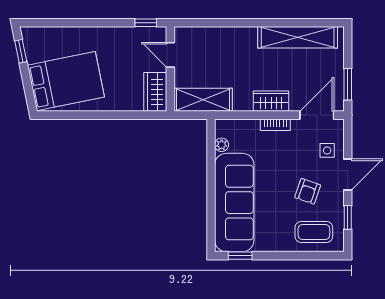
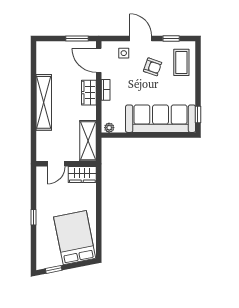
window: (146, 23) -> (33, 217), moved
shelving: (298, 37) -> (44, 102), moved
plant: (222, 145) -> (109, 128), moved

